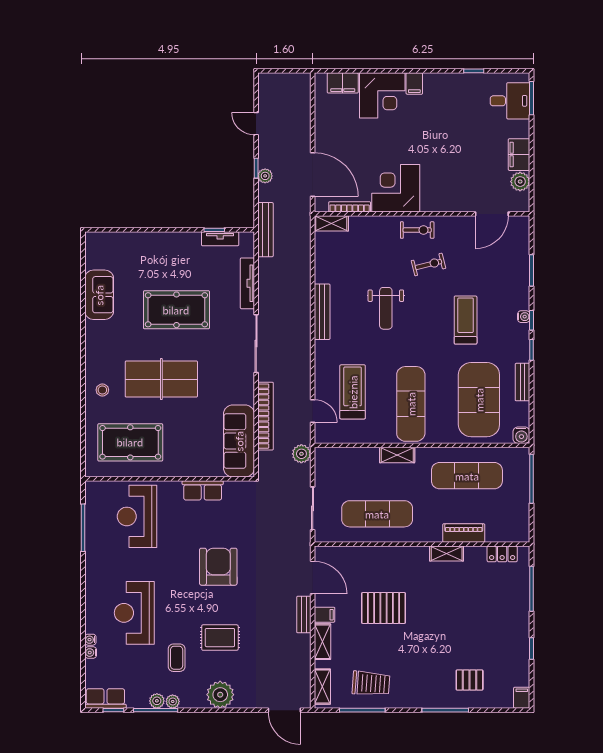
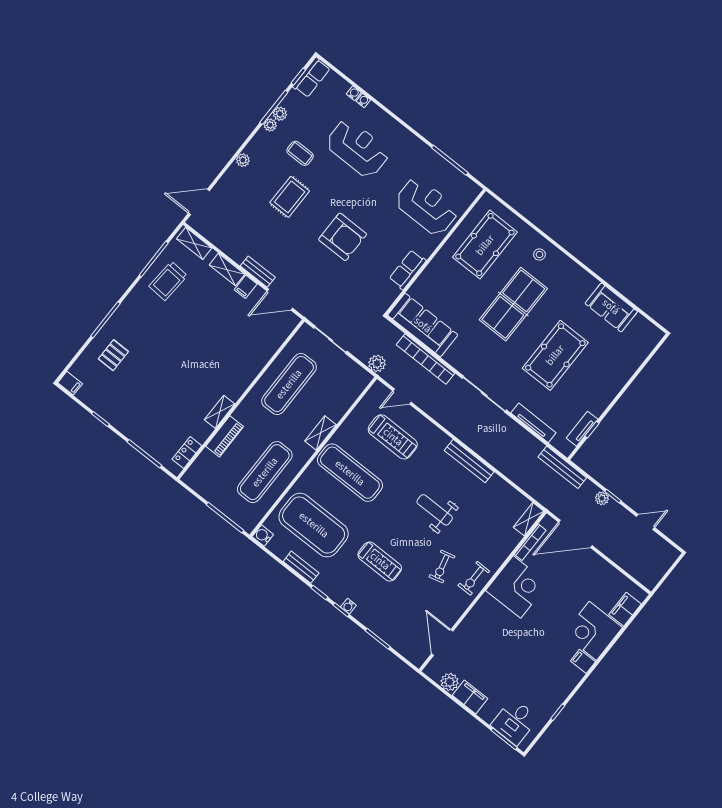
pallet: (384, 608) -> (216, 334), removed
plant: (220, 695) -> (243, 160), width x0.53, depth x0.53

